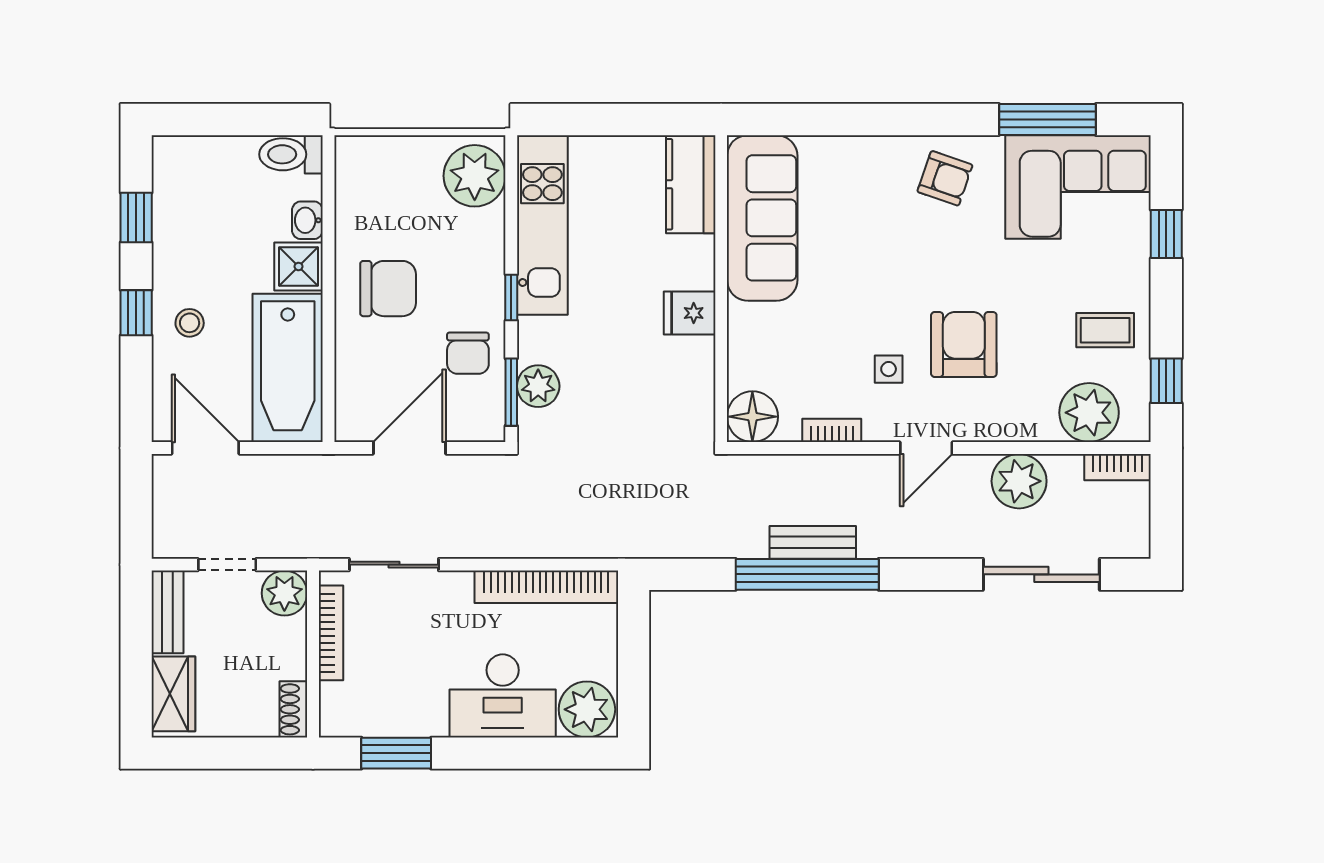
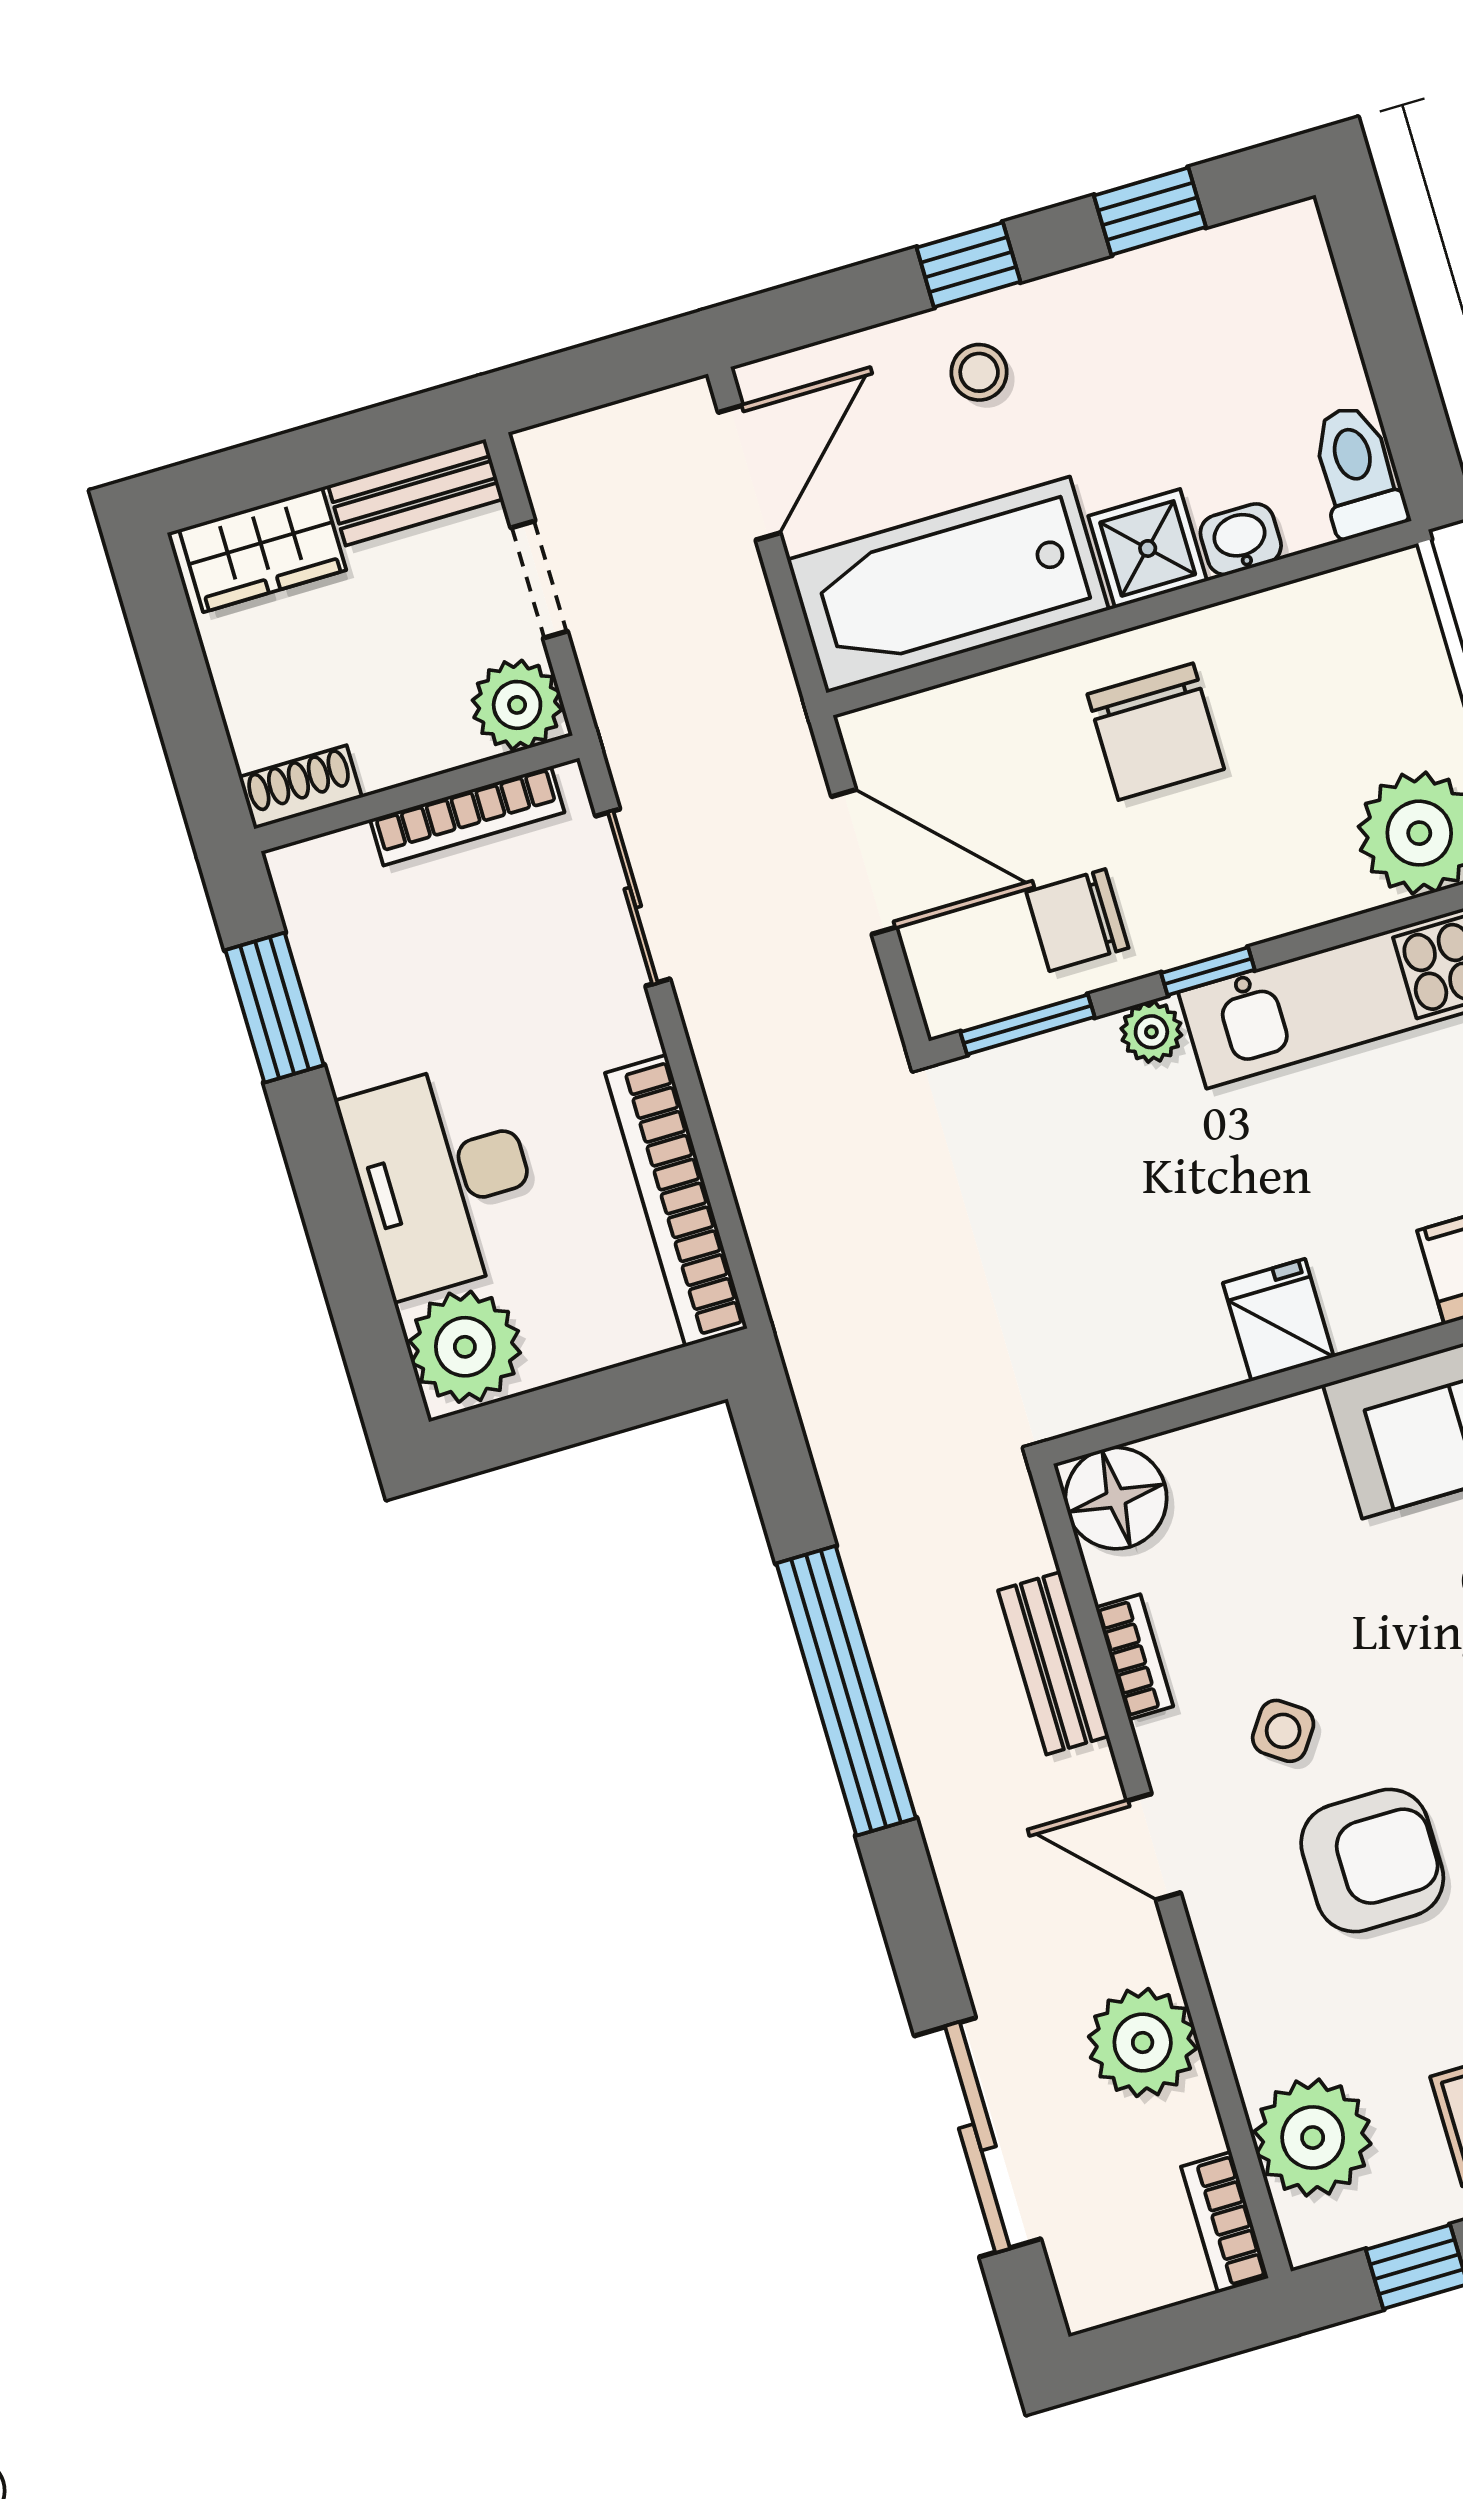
side table: (889, 369) -> (1283, 1731), turned 35
plant: (538, 386) -> (1151, 1032), moved, width x0.73, depth x0.73
bench: (813, 542) -> (1054, 1663), moved

